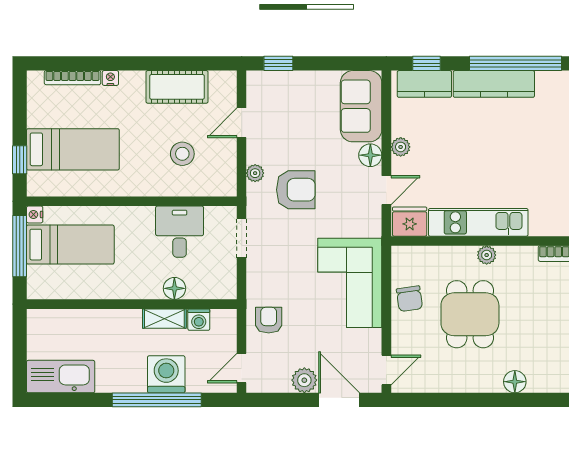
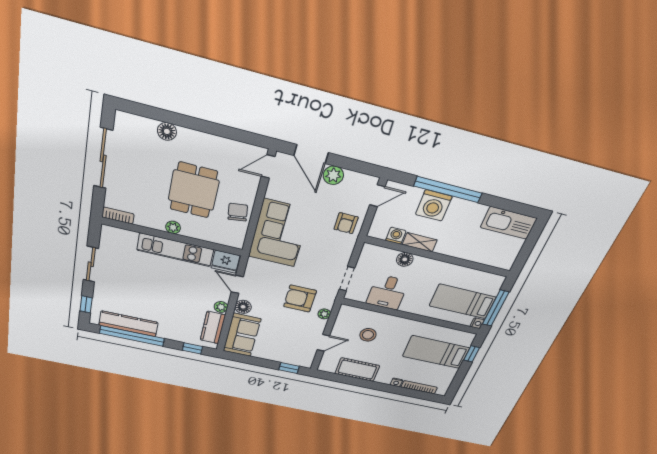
kitchen counter: (424, 84) -> (213, 328), moved, turned -90
kitchen counter: (494, 84) -> (129, 324), moved
door: (386, 190) -> (237, 284), hinge flipped

